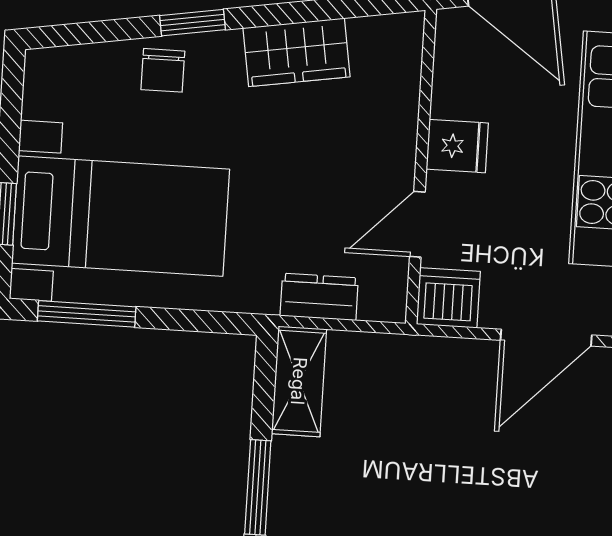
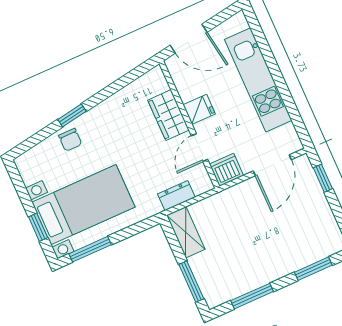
wardrobe: (296, 52) -> (168, 115), moved, turned 99

